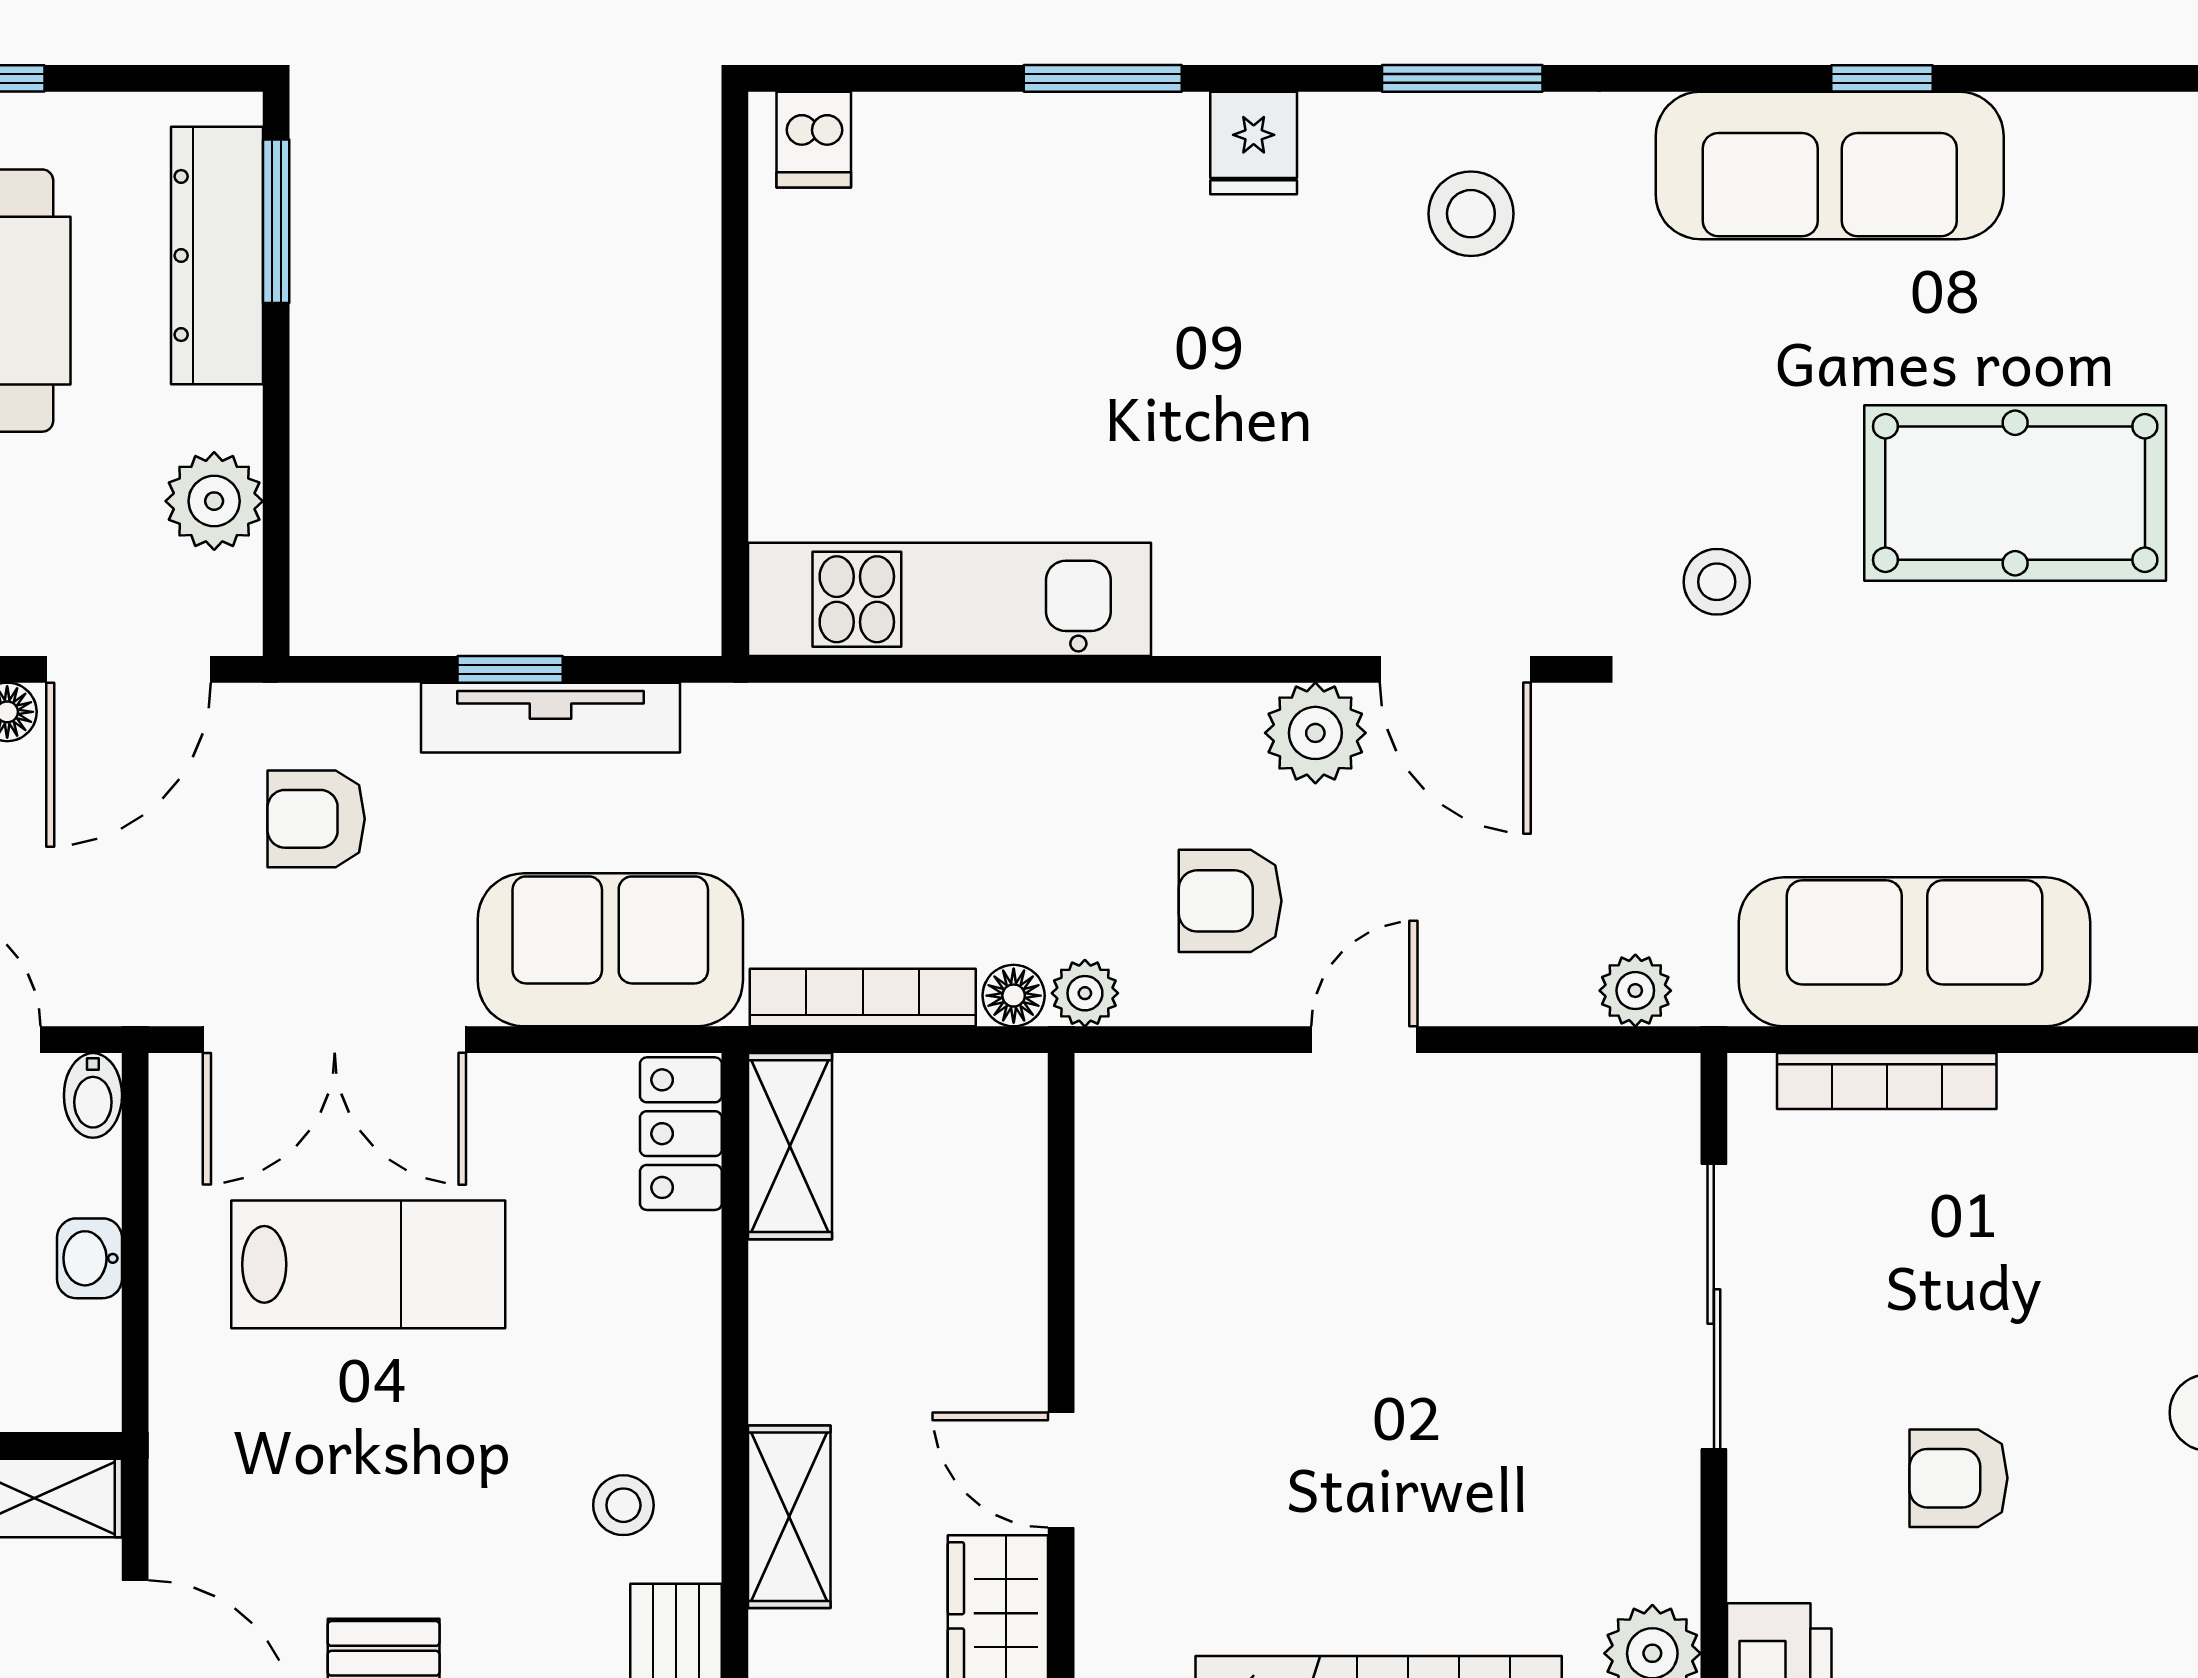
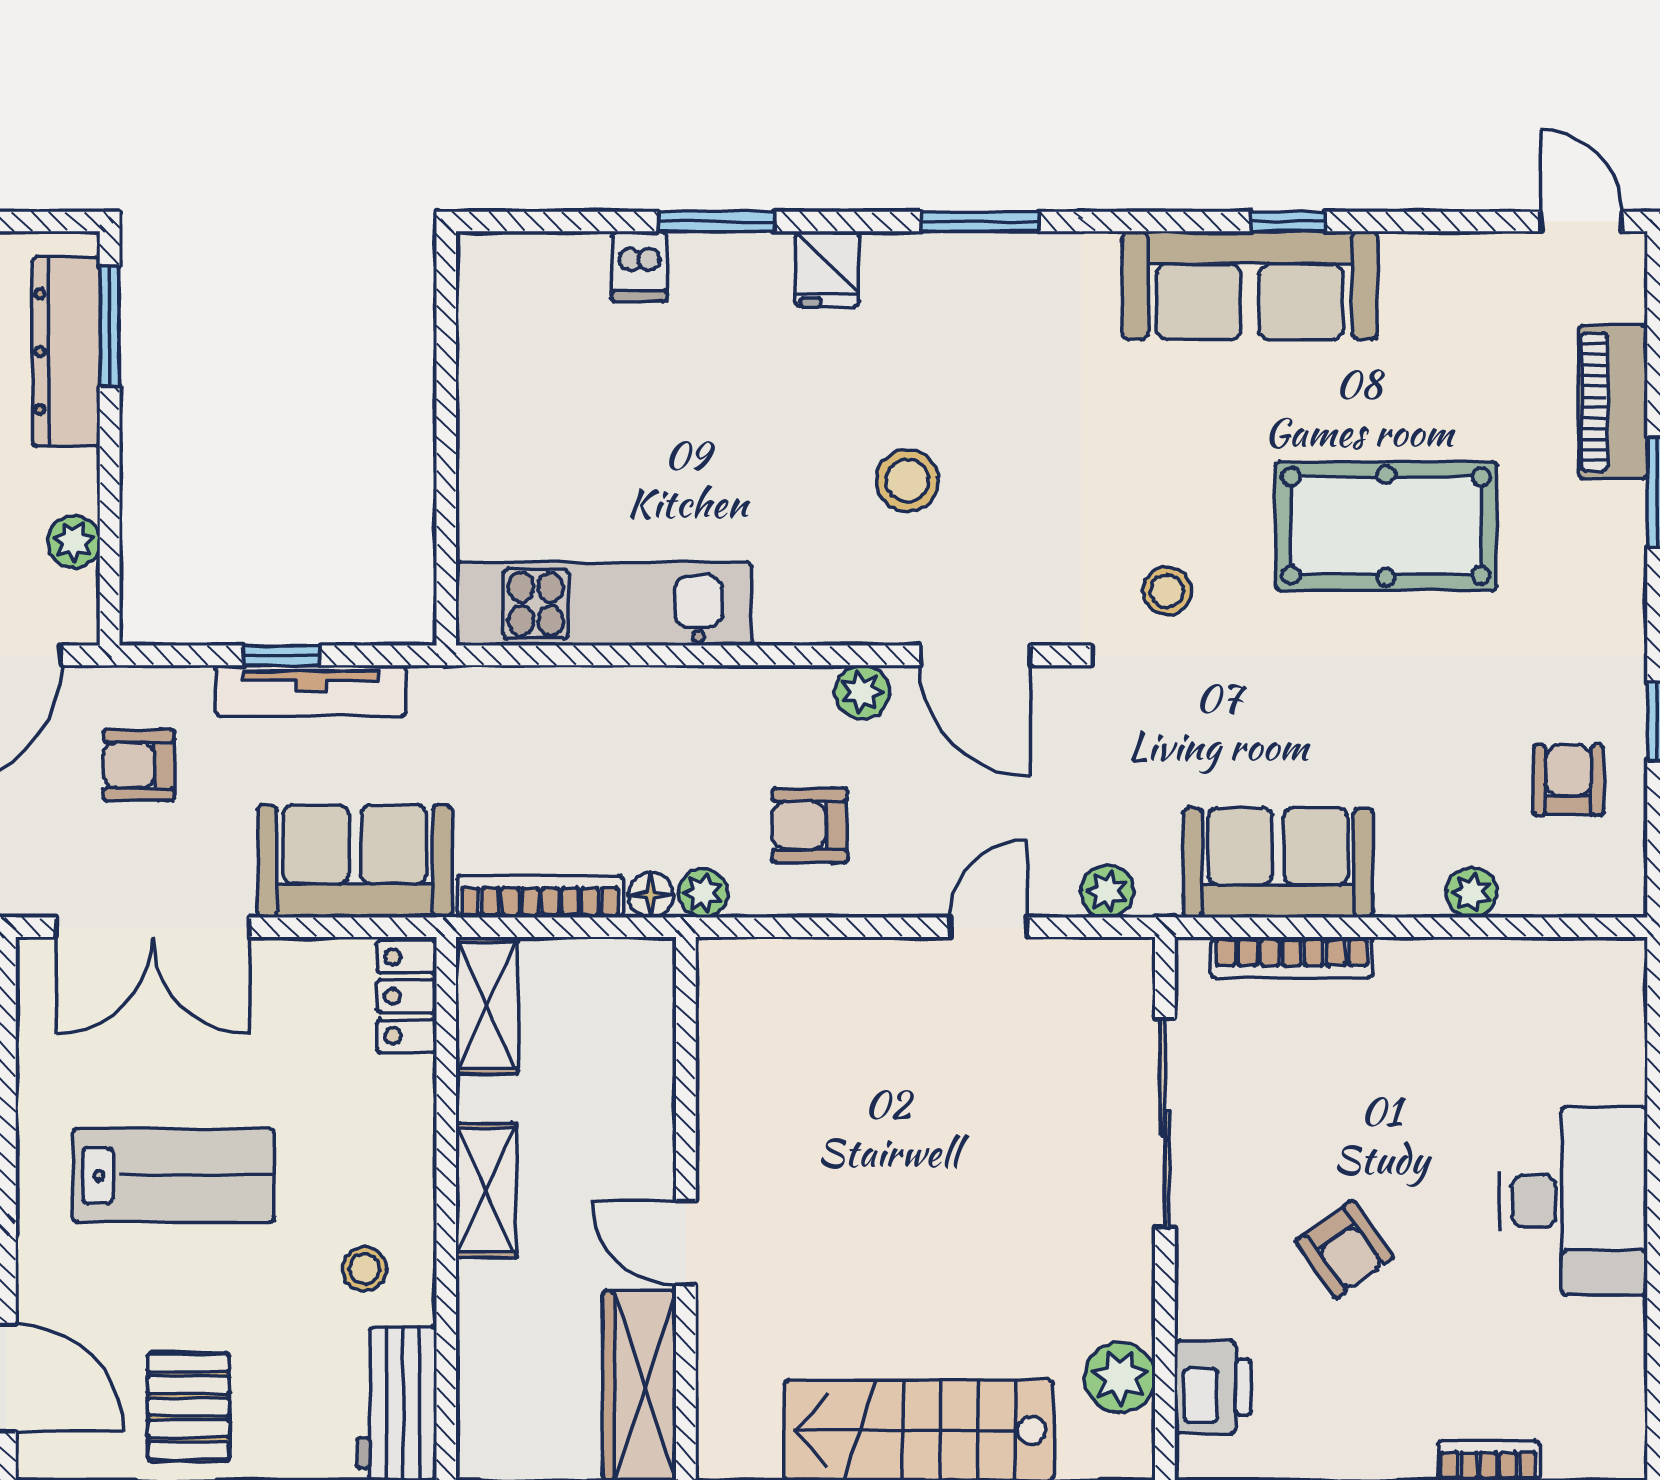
dishwasher: (814, 140) -> (639, 266), moved
stool: (1471, 214) -> (907, 480), moved
plant: (214, 501) -> (74, 542), width x0.73, depth x0.73
plant: (1315, 733) -> (862, 692), width x0.73, depth x0.73
sofa: (1914, 952) -> (1278, 863), width x0.73
plant: (2131, 992) -> (1471, 892), added
door: (1364, 1040) -> (989, 927), moved
lab bench: (368, 1264) -> (173, 1175), moved
armchair: (1959, 1478) -> (1345, 1249), turned -126
shelving: (789, 1517) -> (486, 1190), moved

